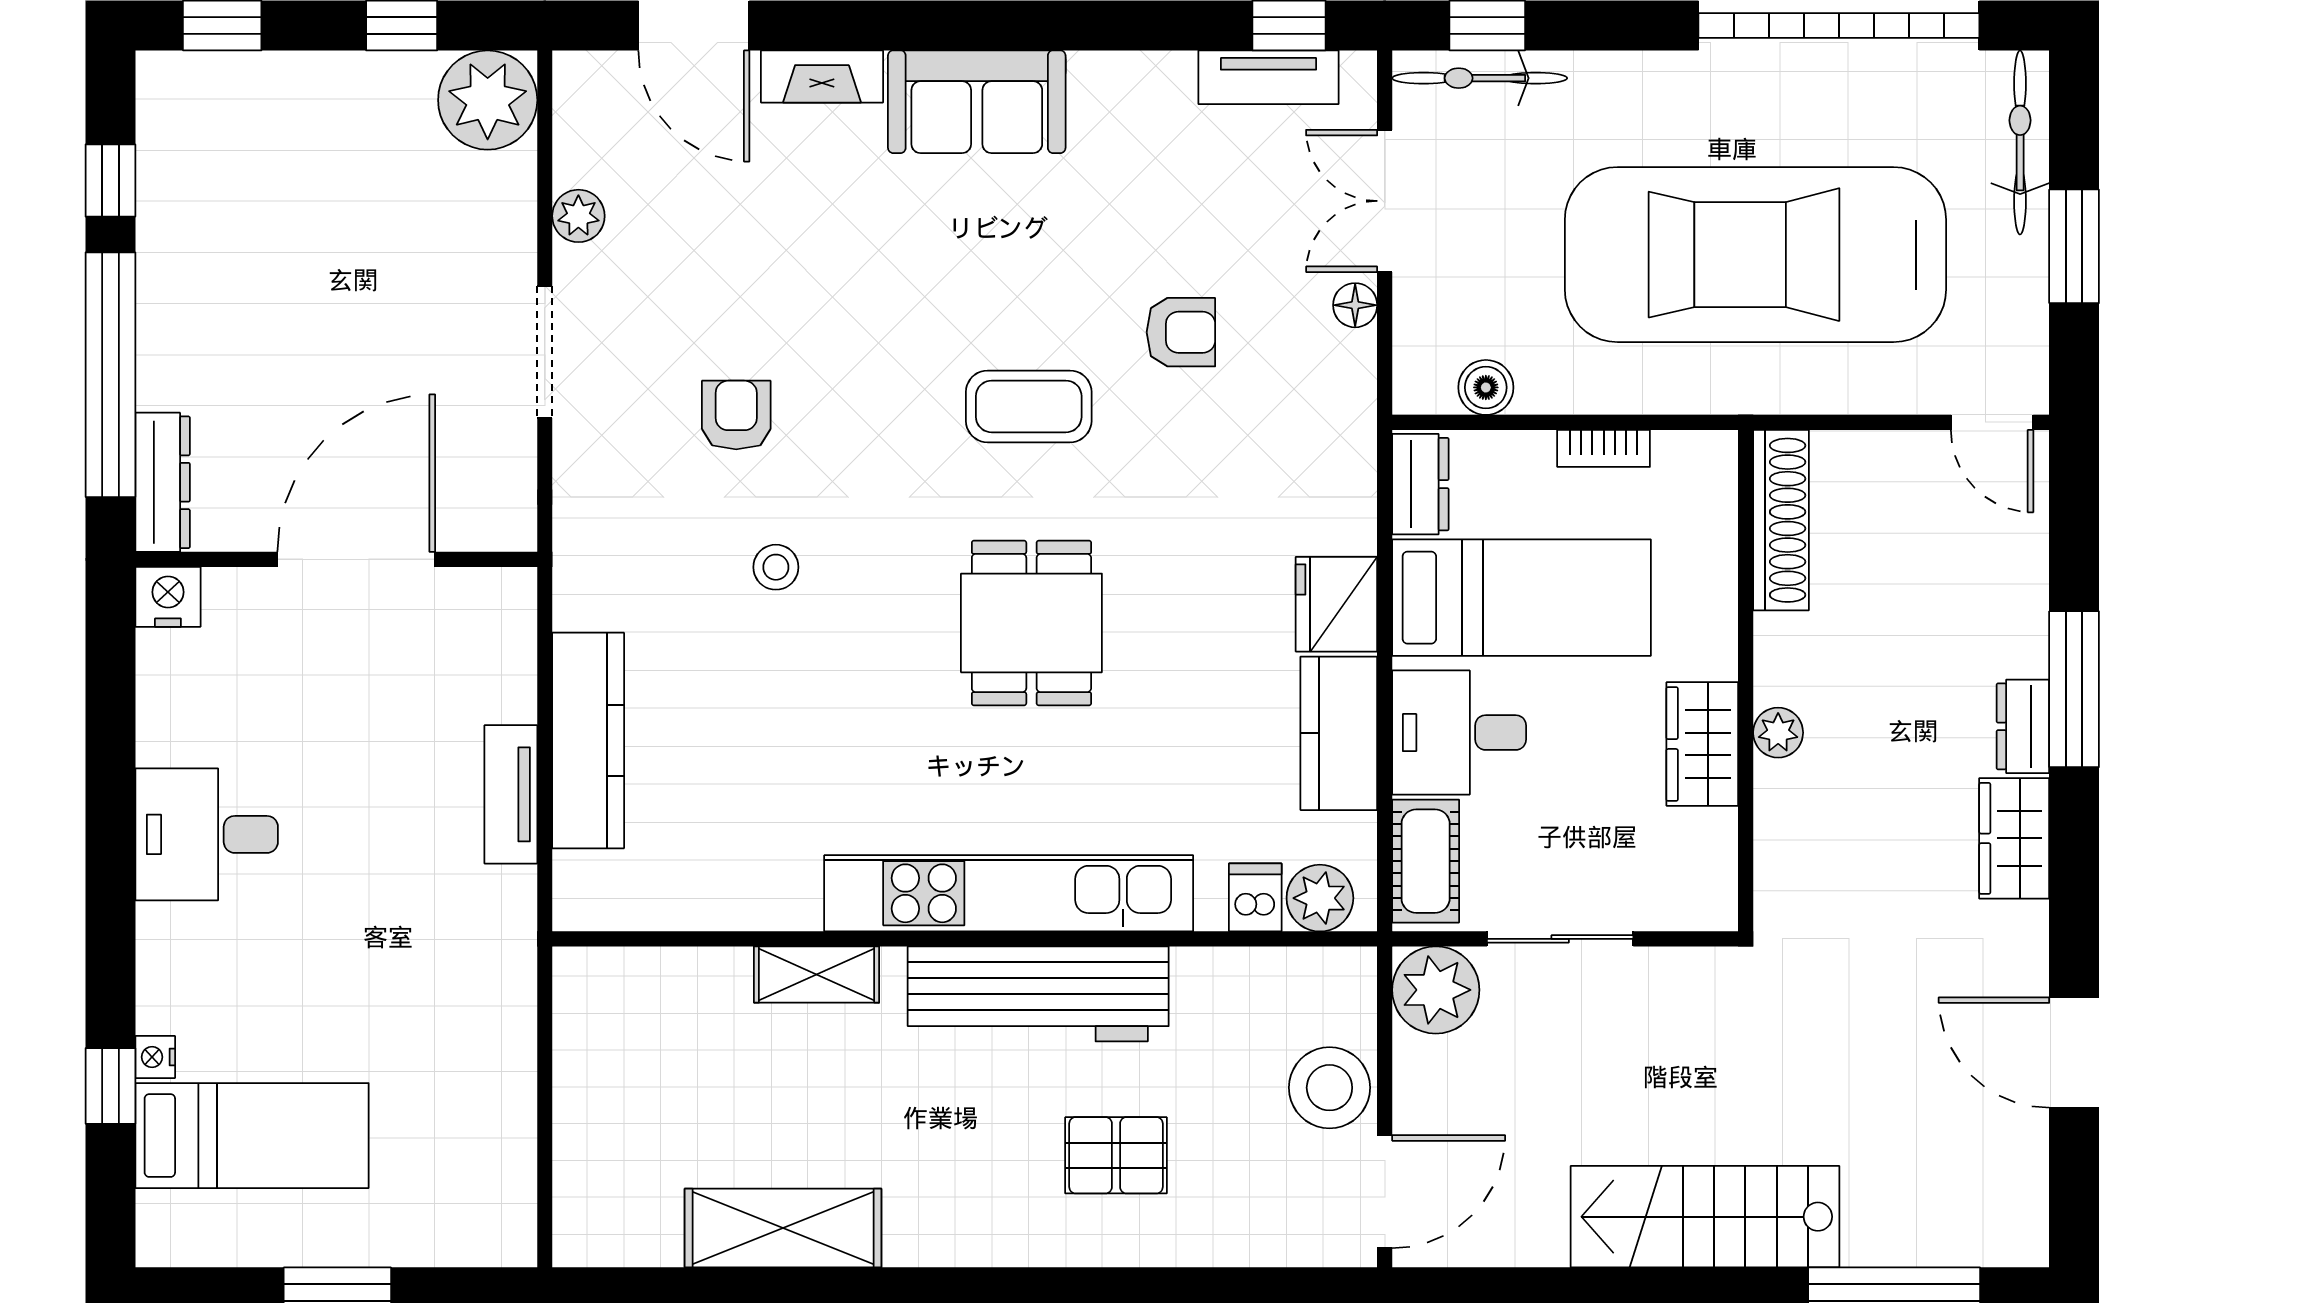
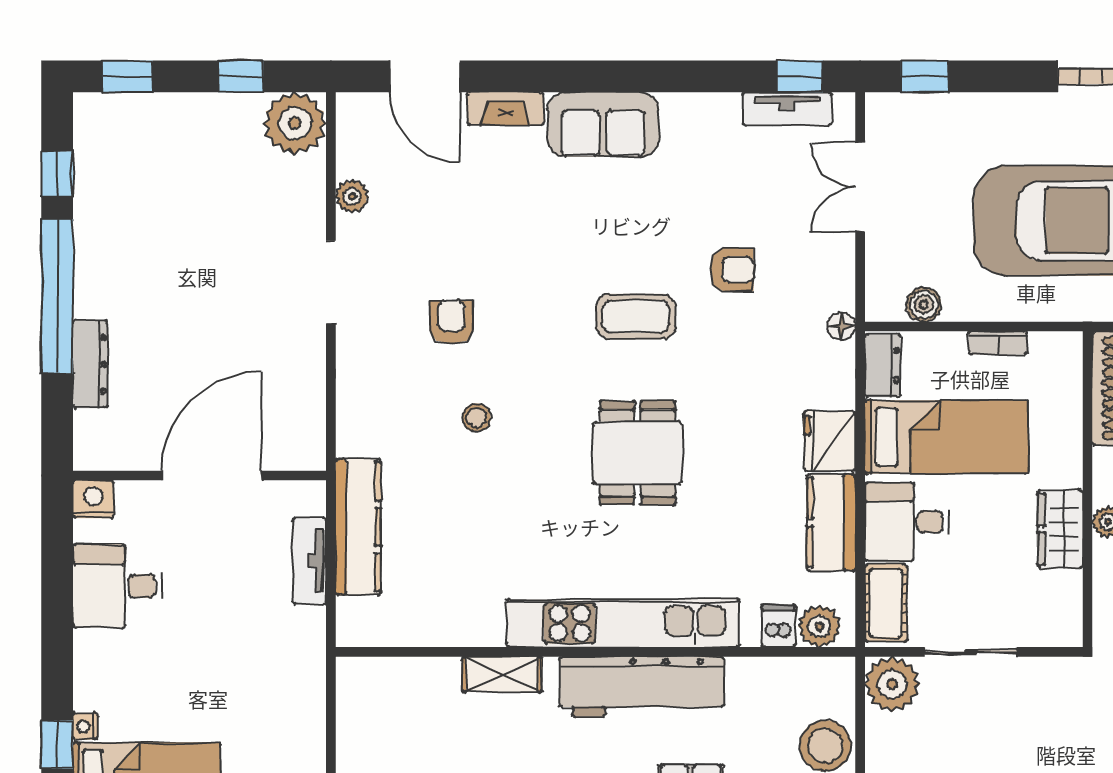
bicycle: (1480, 78) -> (920, 110), removed
floor lamp: (1355, 305) -> (841, 326), moved
wall: (336, 559) -> (199, 476), moved
door: (356, 559) -> (212, 476), moved
nightstand: (168, 597) -> (93, 499), moved

